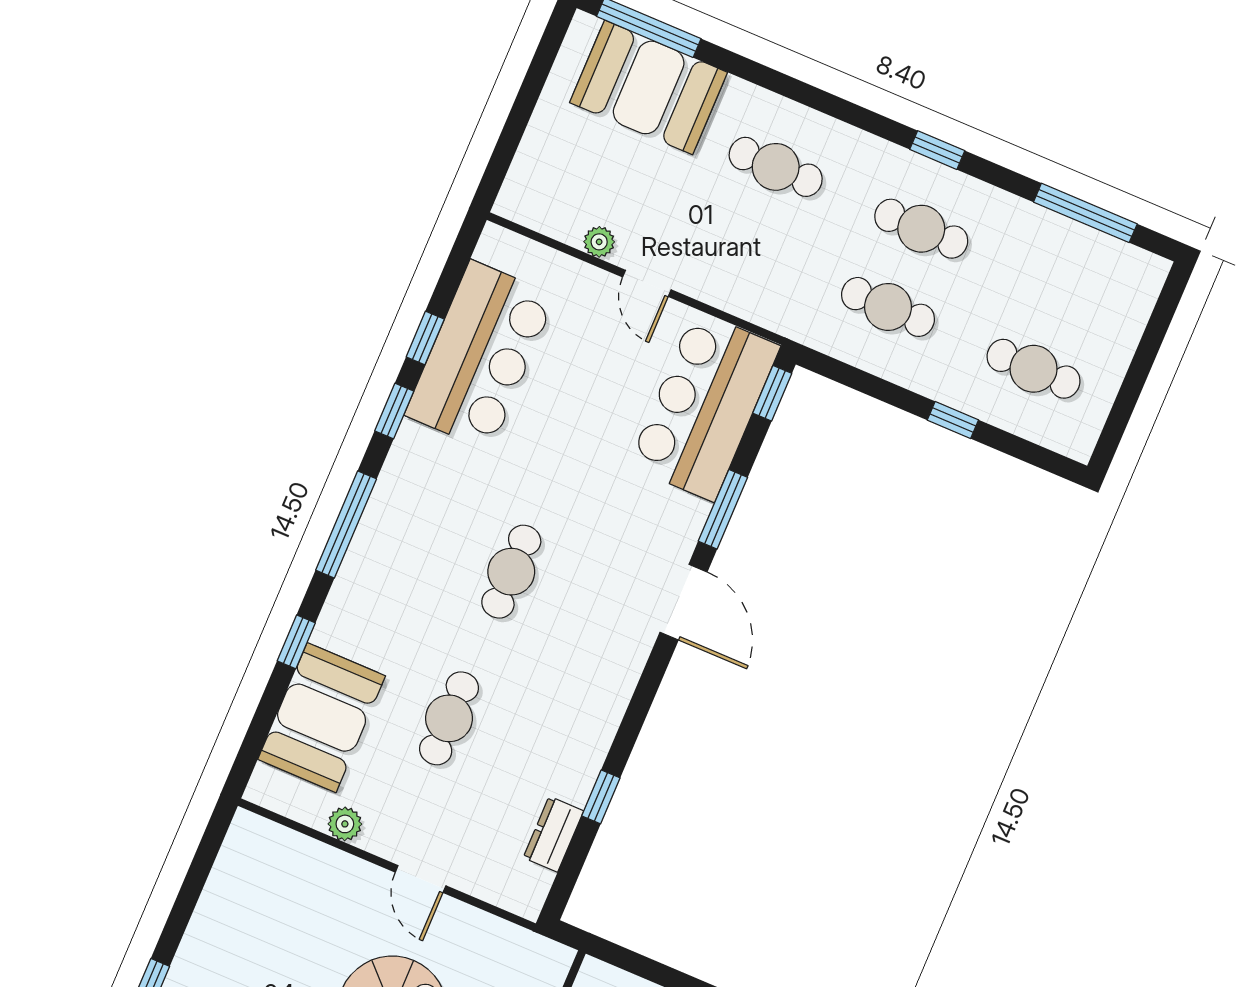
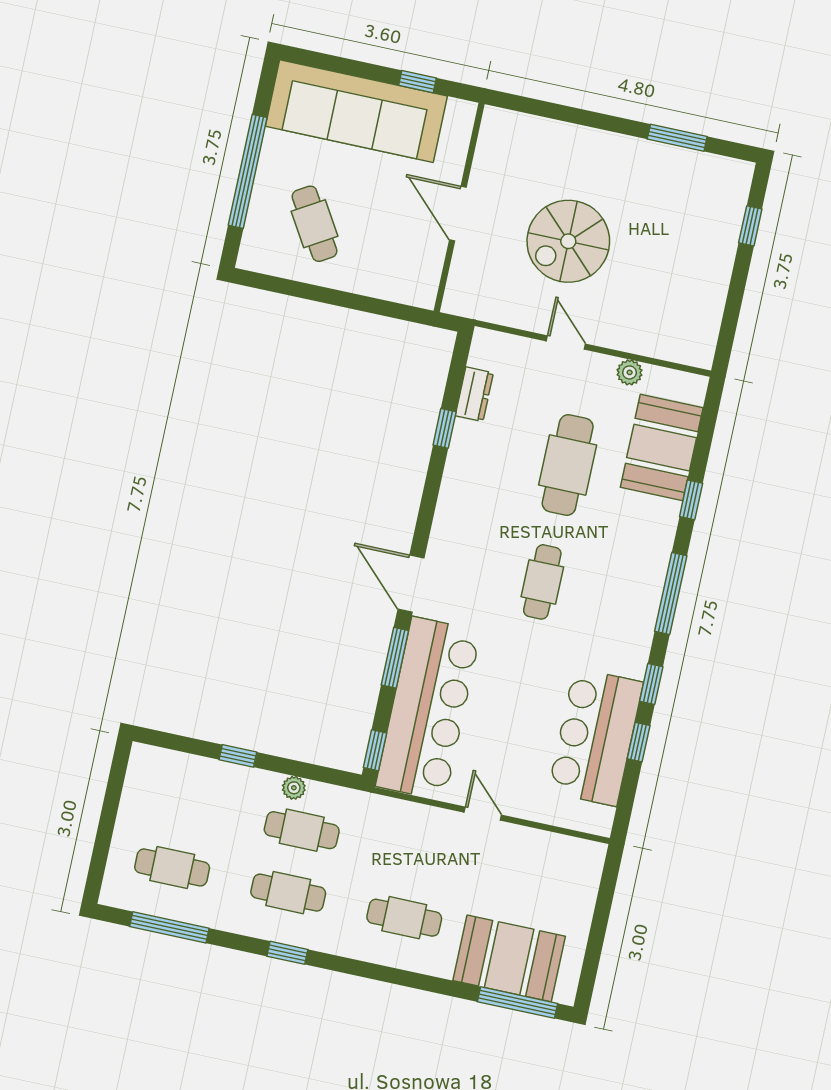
plant: (599, 242) -> (294, 788), moved
cafe table: (1034, 369) -> (172, 867), moved
bar counter: (704, 406) -> (428, 709), width x1.36
cafe table: (449, 718) -> (568, 465), width x1.37, depth x1.35

